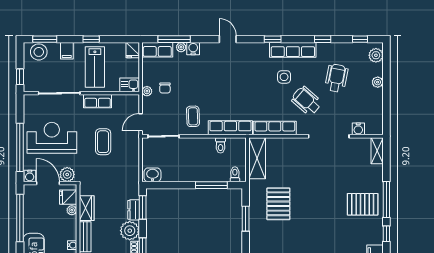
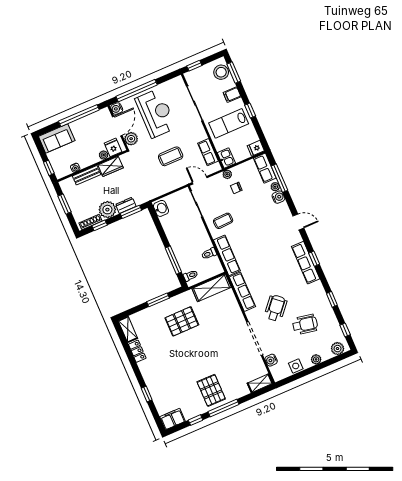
door: (228, 39) -> (298, 222), hinge flipped
row of seats: (293, 50) -> (306, 263), moved
side table: (284, 77) -> (296, 366), moved
row of seats: (97, 101) -> (208, 152), moved

